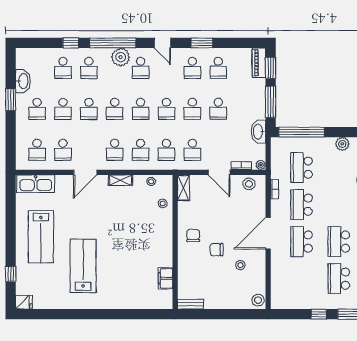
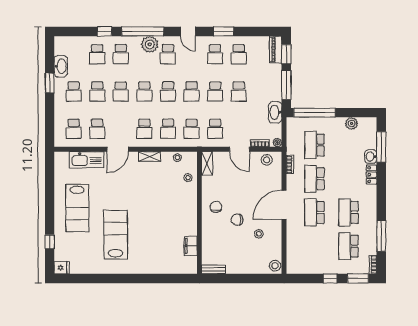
kitchen sink: (36, 184) -> (87, 160), moved

